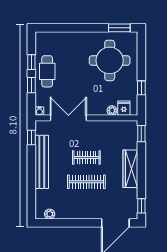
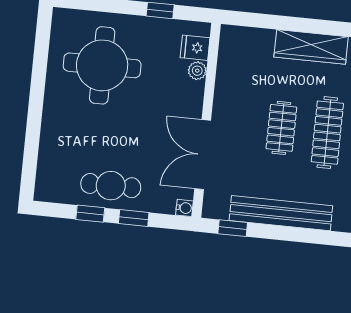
window: (119, 28) -> (42, 41), removed
window: (141, 134) -> (247, 19), removed

